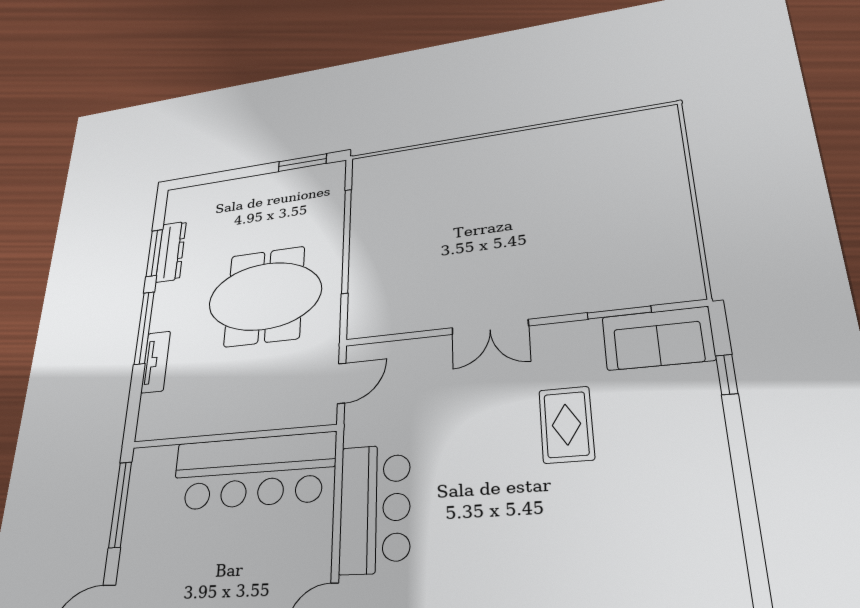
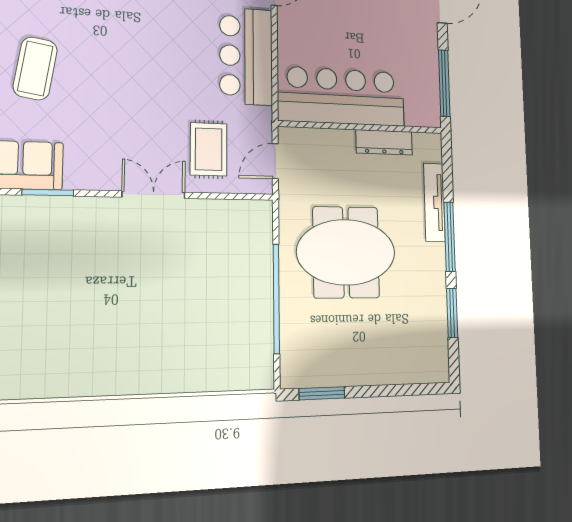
dresser: (171, 252) -> (384, 142), moved, turned -90
tv unit: (156, 362) -> (434, 202), width x1.41
rug: (566, 425) -> (209, 149), moved
coffee table: (656, 457) -> (35, 68), added

